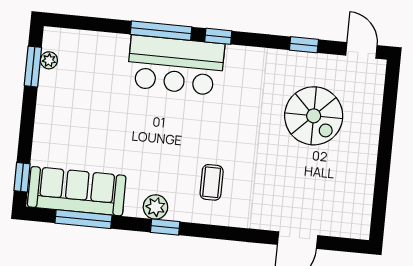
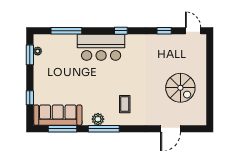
window: (161, 31) -> (66, 31), moved
spiral stairs: (314, 116) -> (180, 88), moved
window: (22, 177) -> (30, 98), moved
window: (165, 227) -> (104, 129), width x2.17

